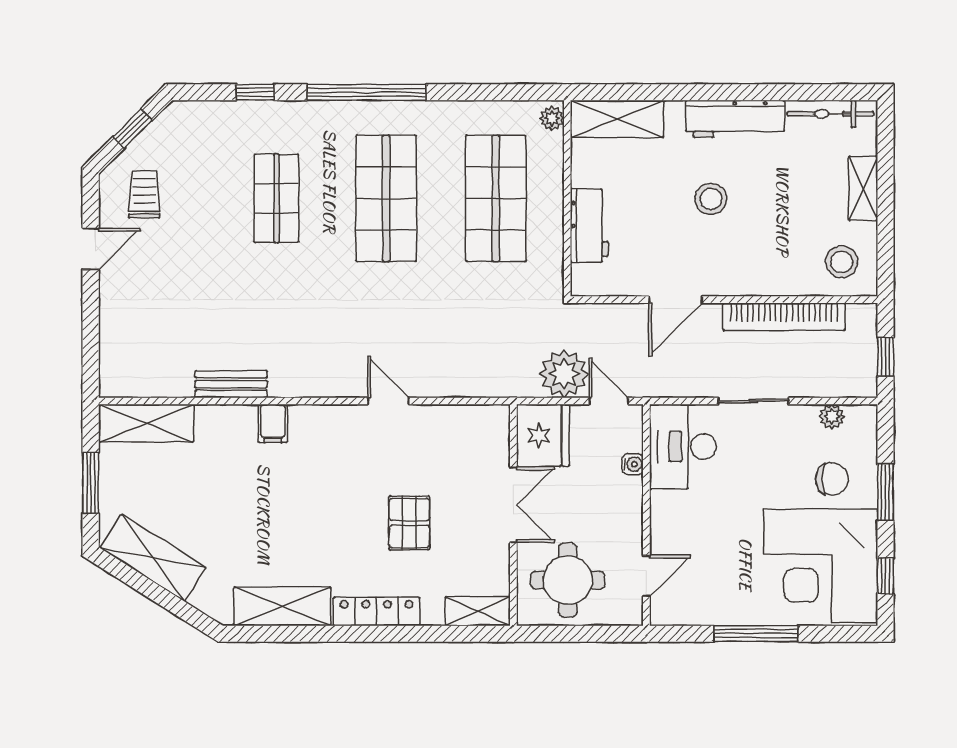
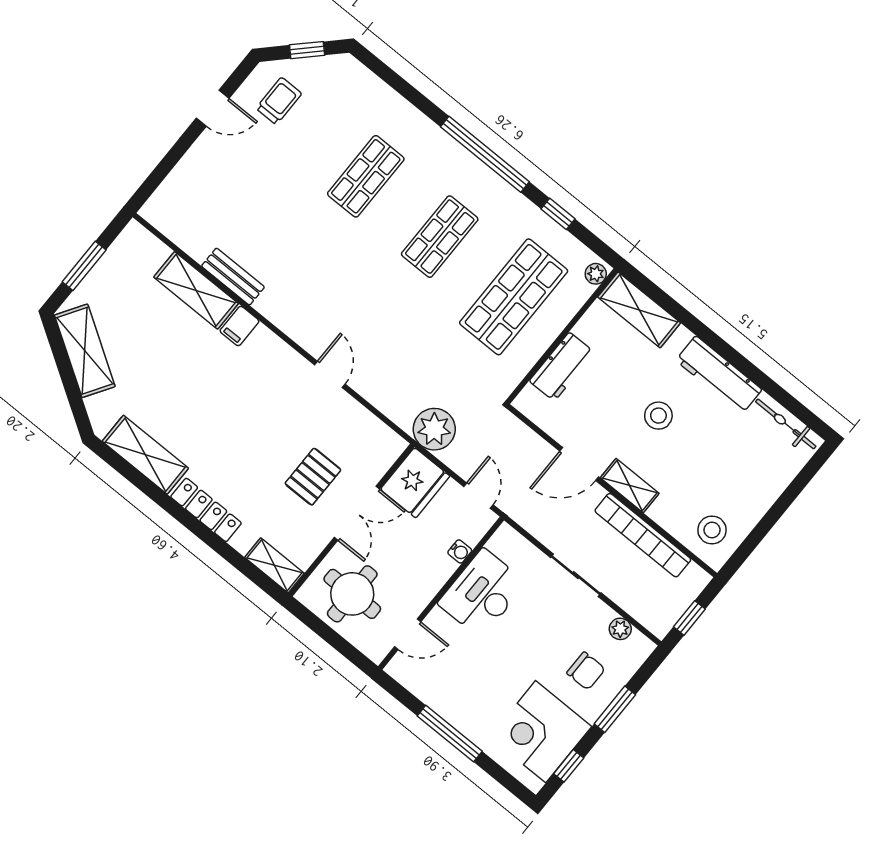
window: (255, 92) -> (558, 214), moved
shelving: (863, 188) -> (630, 486), moved, turned 90
shop shelf: (386, 198) -> (440, 237), width x0.70, depth x0.74
plant: (564, 374) -> (434, 429), moved
shelving: (146, 423) -> (196, 290), moved
desk: (683, 447) -> (482, 593), moved
pallet: (409, 523) -> (313, 477), moved
corner desk: (821, 566) -> (541, 732), width x0.74, depth x0.74

